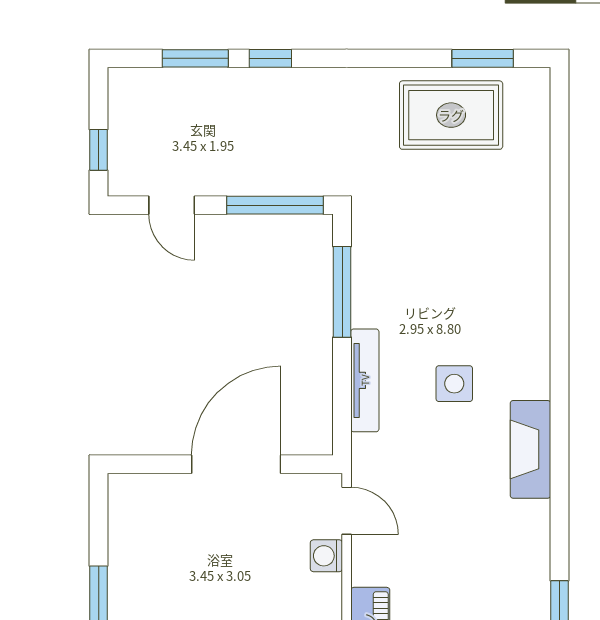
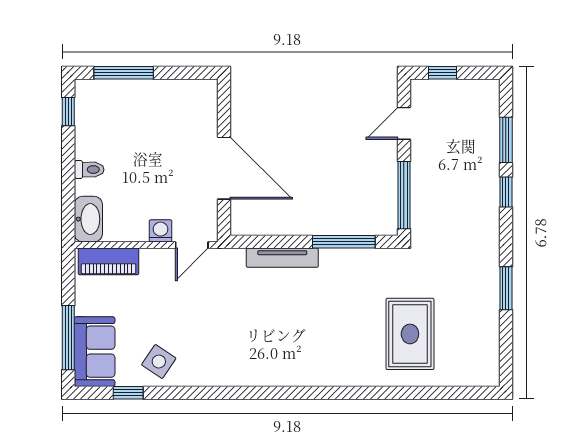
window: (483, 58) -> (506, 288), moved
rug: (451, 115) -> (410, 334), moved
side table: (454, 384) -> (159, 362), moved, turned 34
fireplace: (530, 449) -> (234, 373), removed

